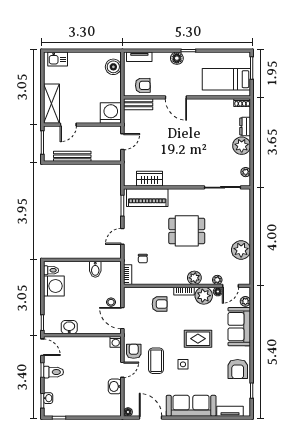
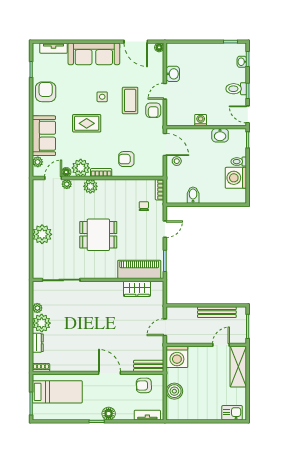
boiler: (113, 67) -> (174, 391), moved
plant: (246, 172) -> (37, 308), moved
plant: (241, 250) -> (42, 234), moved
toilet: (51, 270) -> (239, 162), moved
washing machine: (116, 342) -> (201, 120), moved

